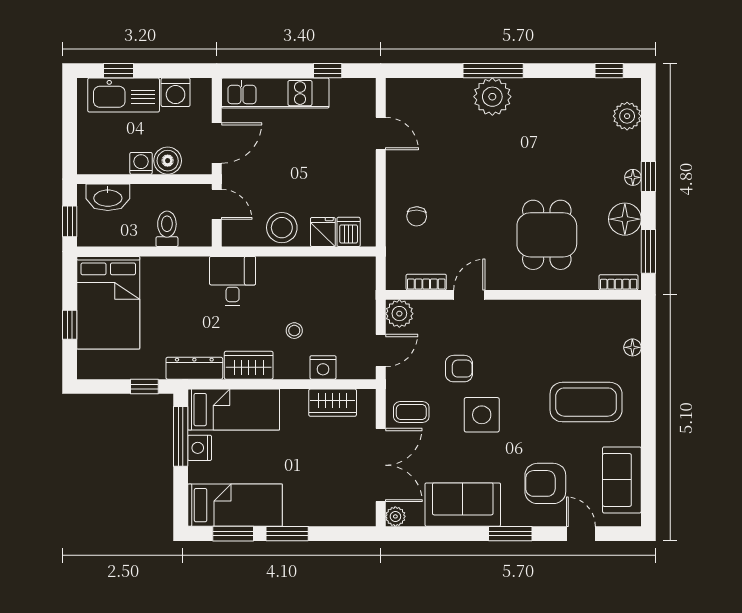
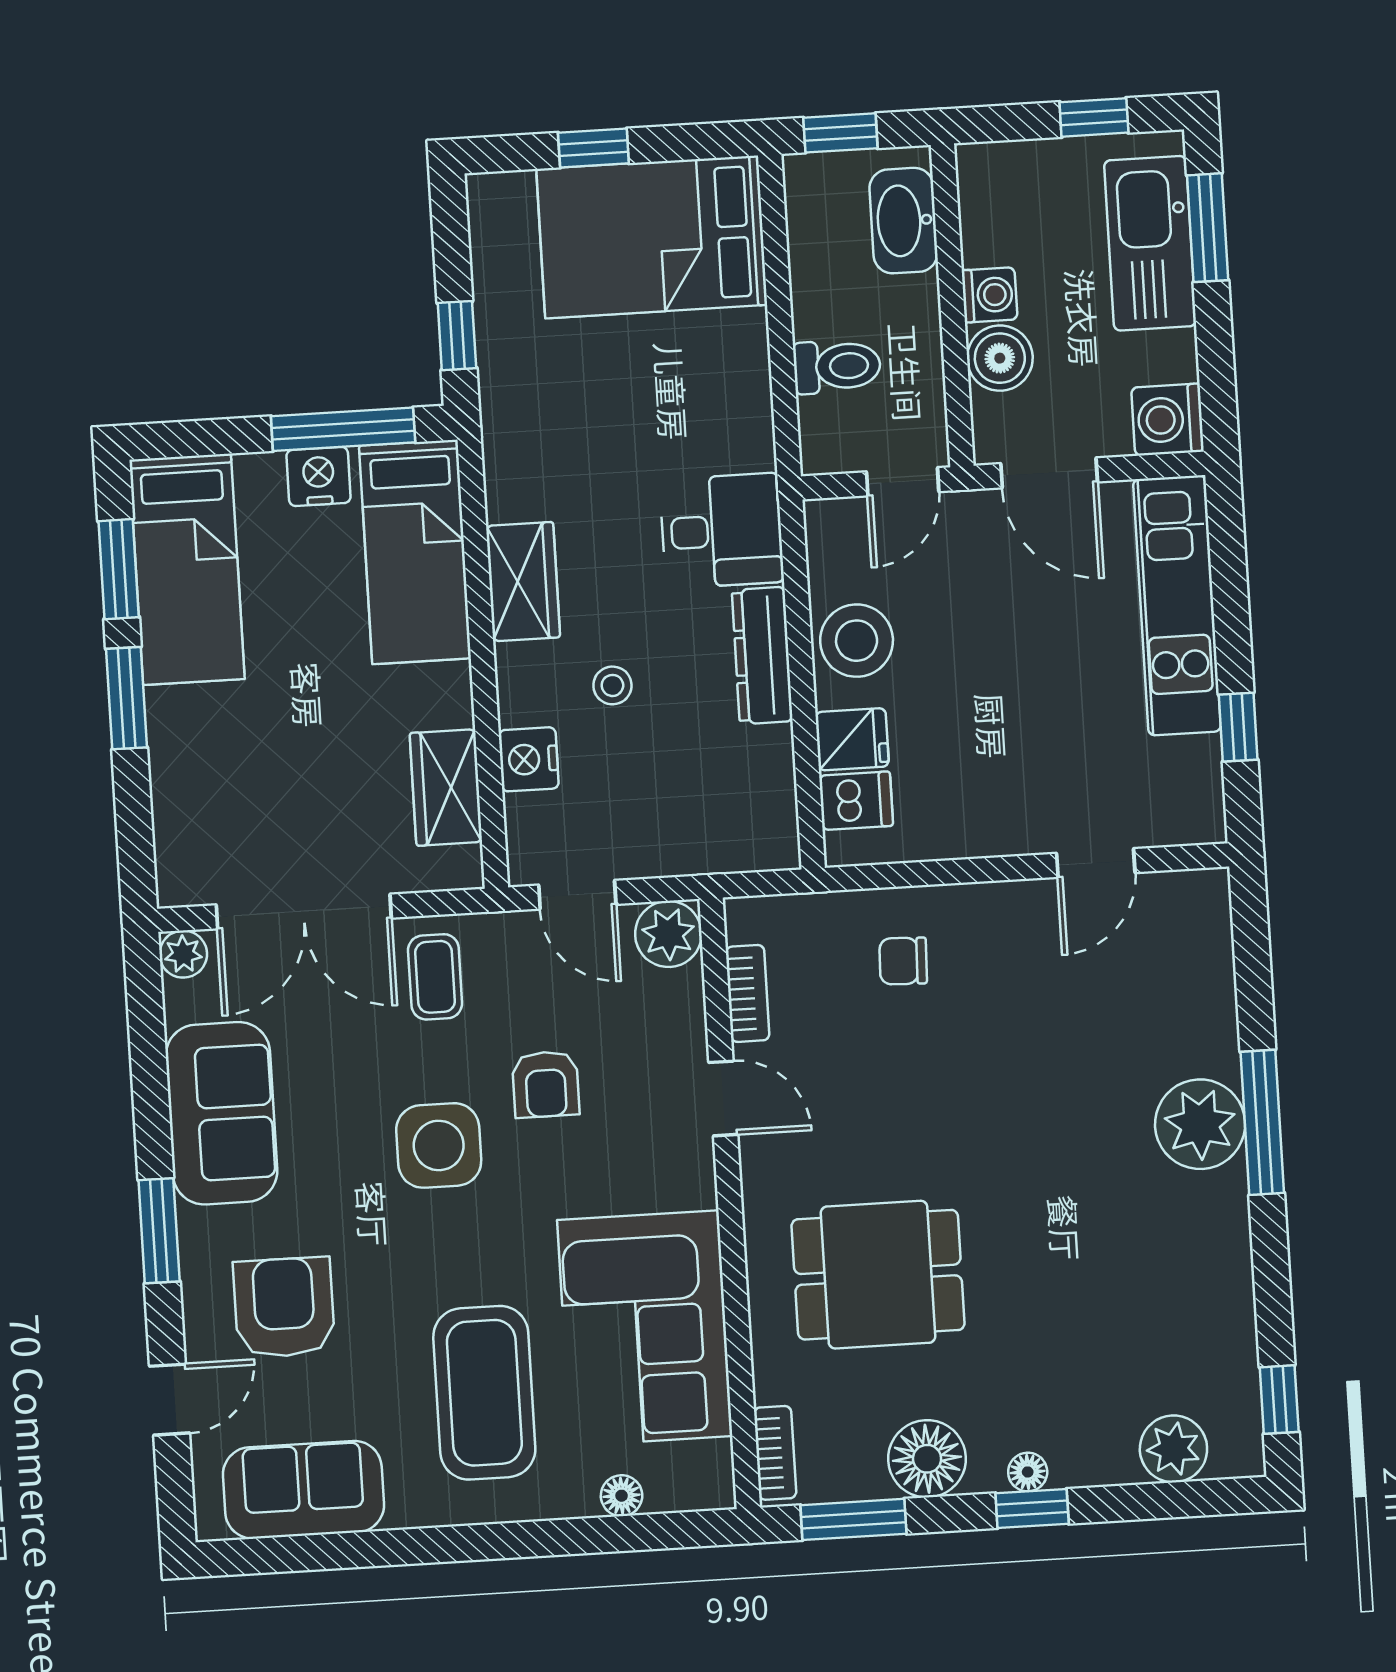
window: (119, 71) -> (1208, 228), width x1.50
washing machine: (176, 92) -> (1168, 420), moved
window: (70, 115) -> (1094, 117), added
corner sofa: (563, 333) -> (645, 1328), added
dresser: (194, 368) -> (762, 656), moved, turned 180

